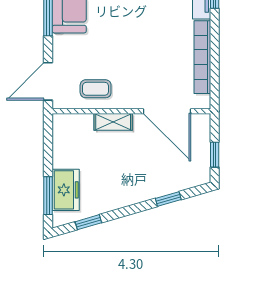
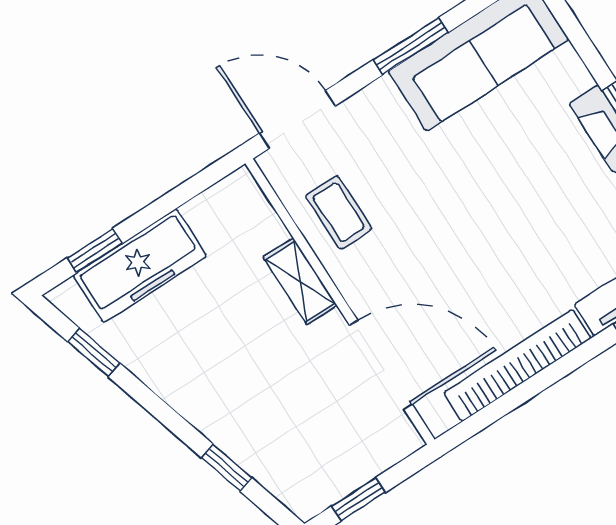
door: (167, 111) -> (381, 365), swing flipped
freezer: (66, 190) -> (140, 266), width x1.40
window: (48, 196) -> (95, 251), width x0.67

